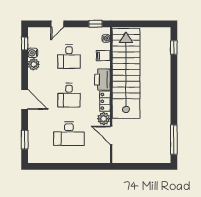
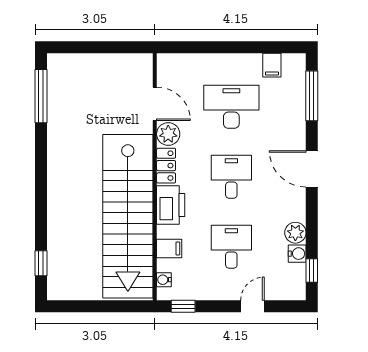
window: (25, 140) -> (312, 96), width x1.44
filing cabinet: (47, 157) -> (272, 65), added

